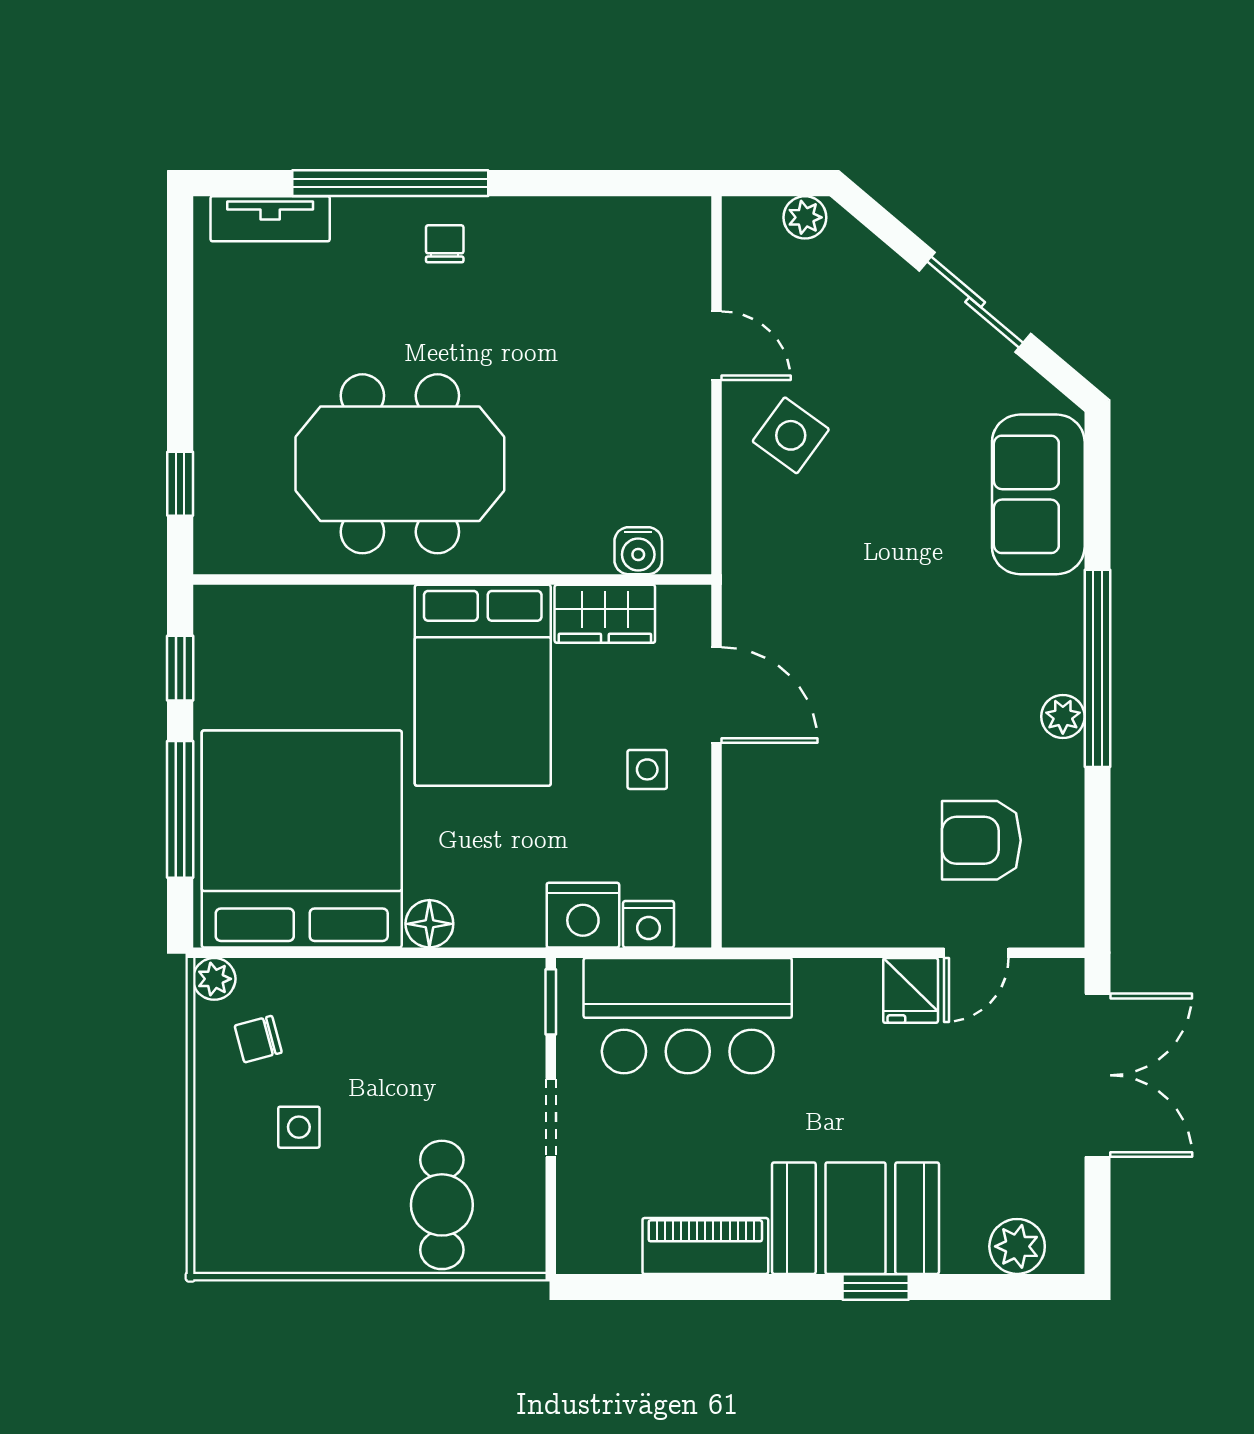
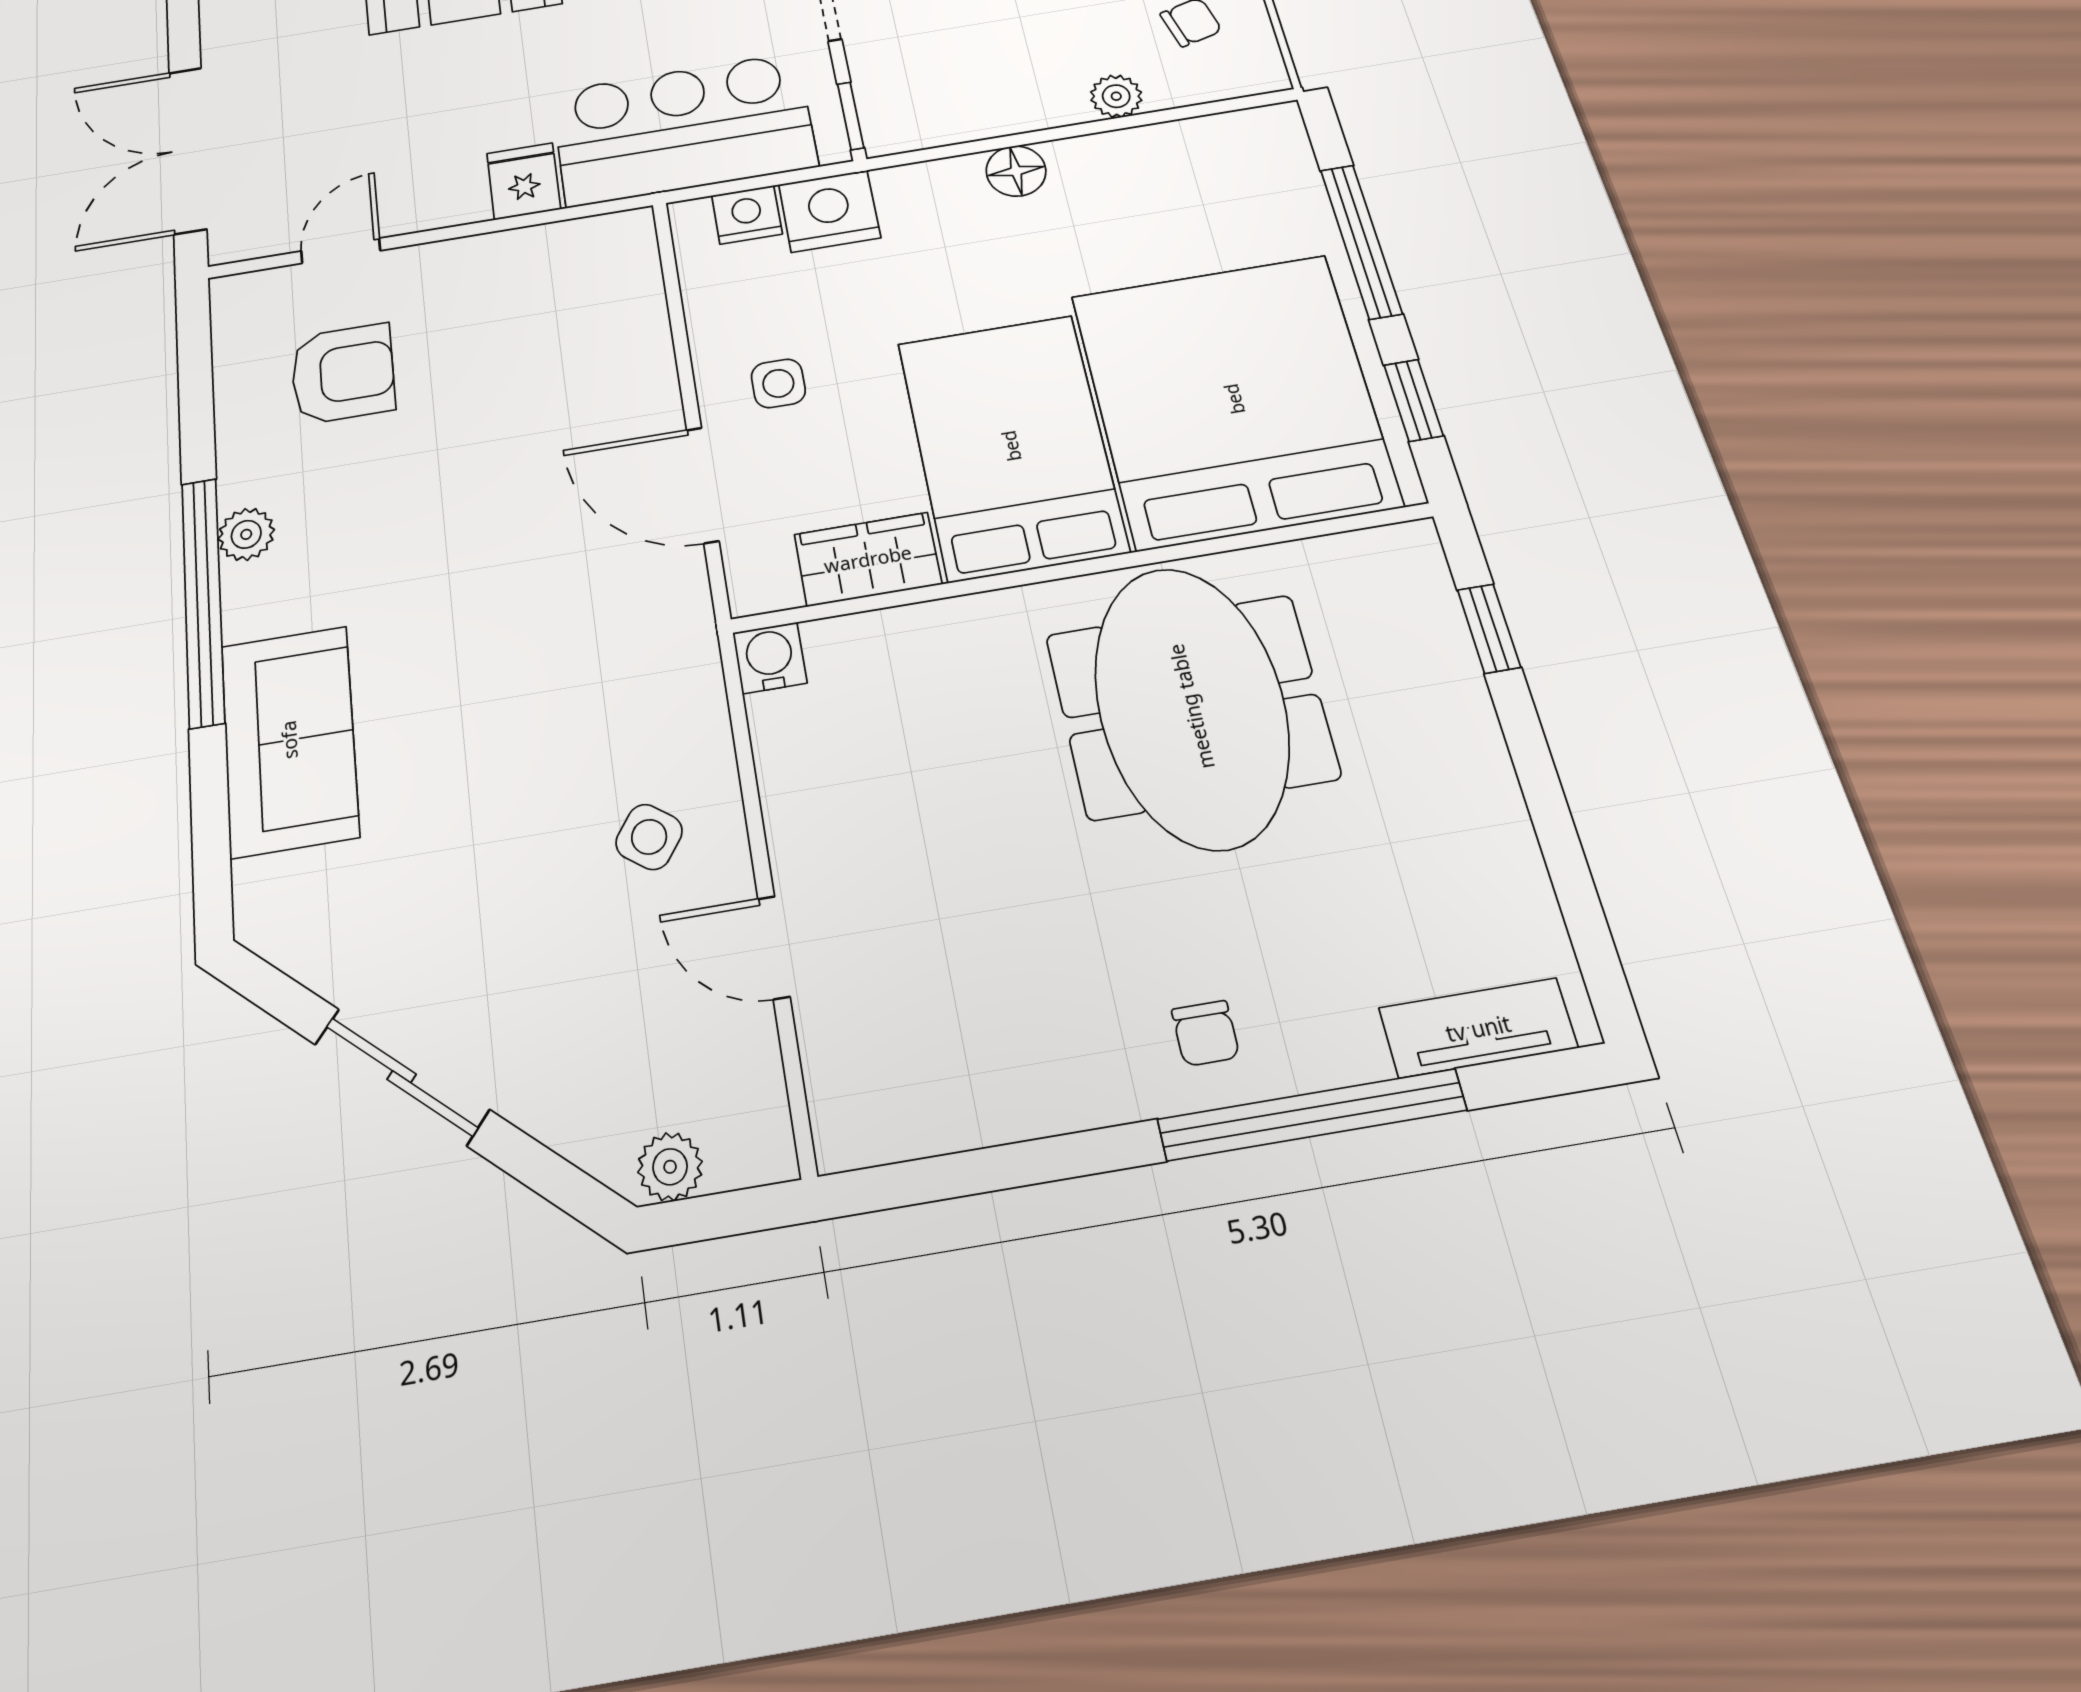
side table: (791, 435) -> (649, 837), width x0.73, depth x0.73
meeting table: (400, 464) -> (1191, 706), turned 90
sofa: (1038, 494) -> (289, 740), moved
water cooler: (638, 551) -> (770, 658), moved
bed: (302, 839) -> (1234, 399), moved, turned 180
plant: (214, 979) -> (1116, 96), moved
fridge: (911, 990) -> (524, 181), moved

